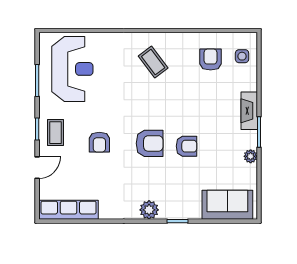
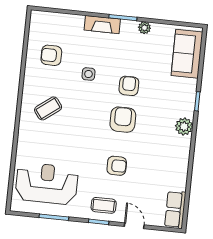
side table: (242, 56) -> (88, 74), moved
row of seats: (69, 210) -> (175, 210), width x0.68

